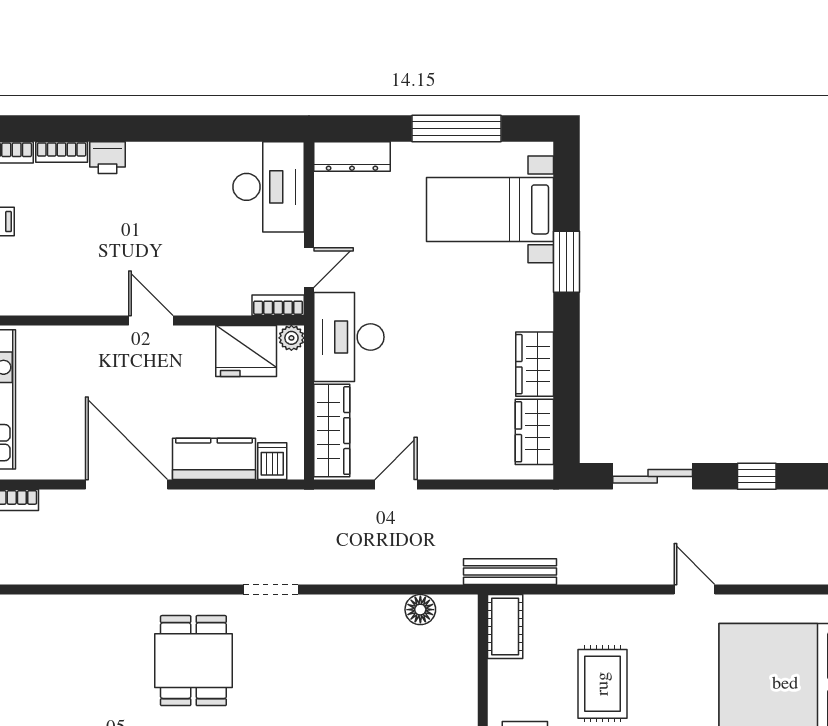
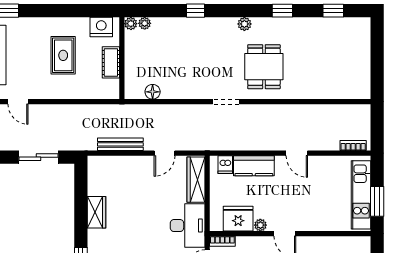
plant: (291, 338) -> (260, 225), moved
wardrobe: (534, 432) -> (97, 179), removed
door: (127, 484) -> (297, 153), width x0.53
bench: (510, 572) -> (120, 144), moved
cot: (505, 626) -> (111, 62), moved

